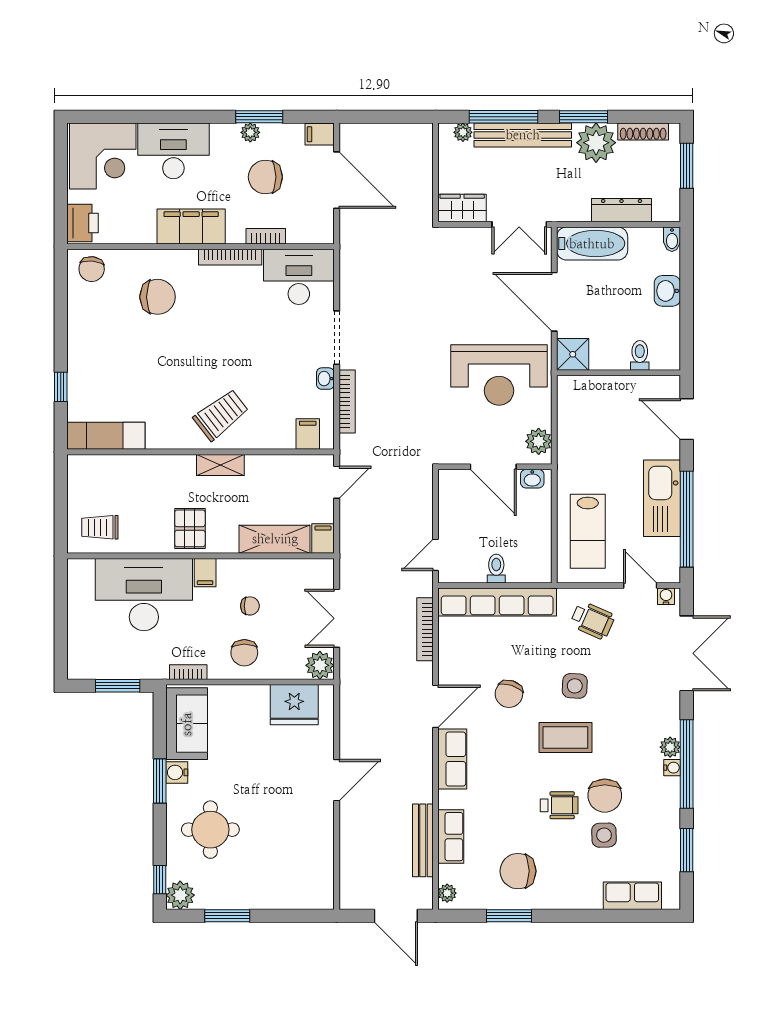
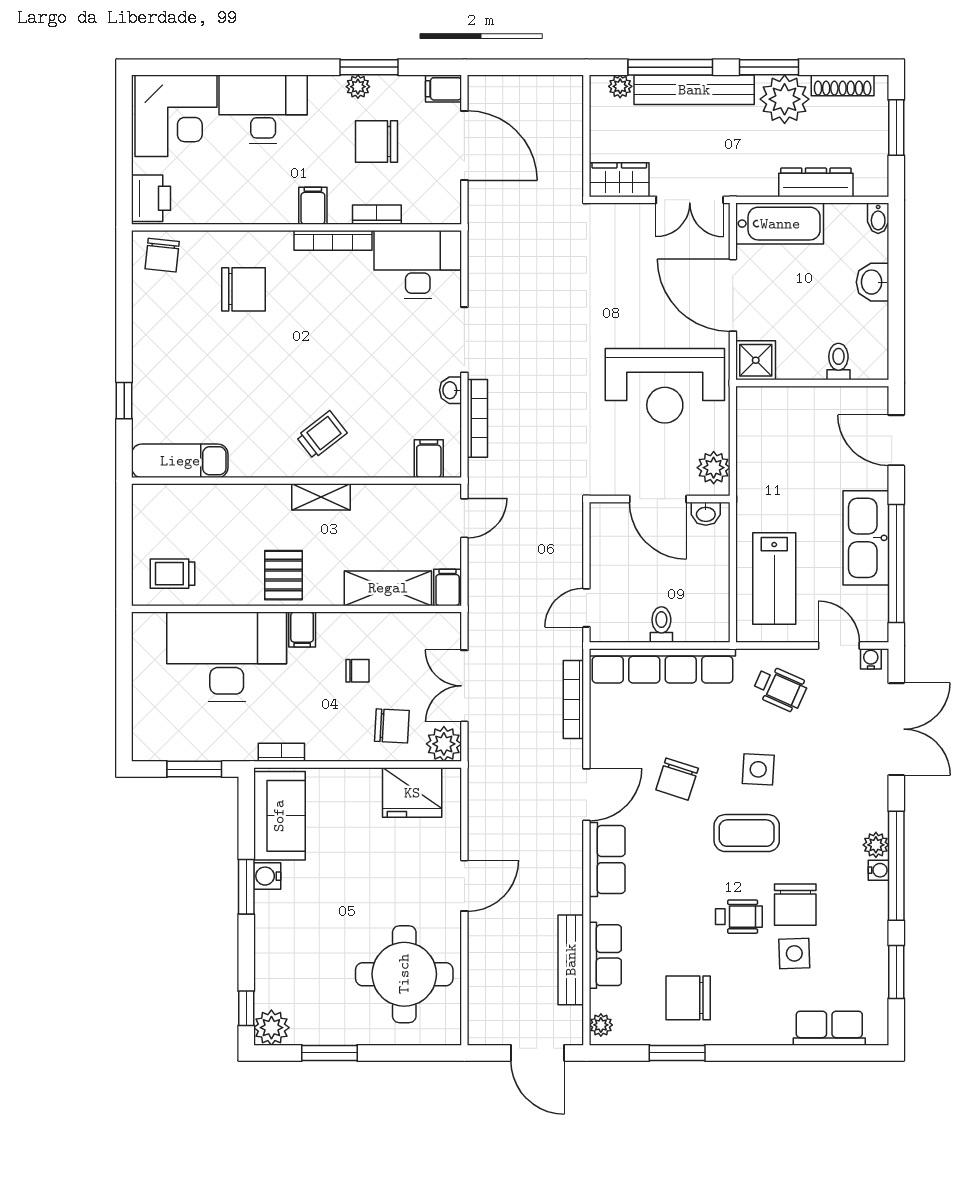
filing cabinet: (191, 226) -> (313, 206), width x0.33, depth x0.86
trolley: (221, 415) -> (322, 435), width x0.73, depth x0.72
chair: (244, 653) -> (392, 726), moved, turned -87
round table: (210, 830) -> (404, 974), moved, width x1.36, depth x1.36

